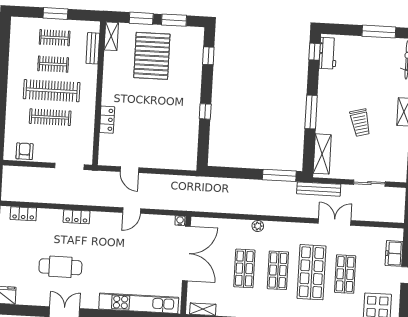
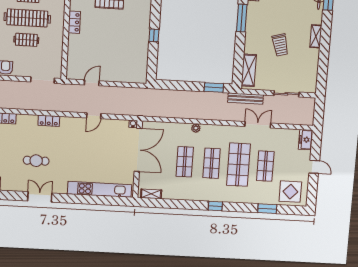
window: (311, 112) -> (242, 18), moved
clothes rail: (50, 117) -> (26, 40), width x0.73
locker: (107, 120) -> (74, 22), moved
door: (129, 170) -> (92, 83), swing flipped
window: (279, 175) -> (214, 88), width x0.69
freezer: (394, 253) -> (306, 140), moved
cafe table: (60, 267) -> (36, 161), width x0.73, depth x0.74

